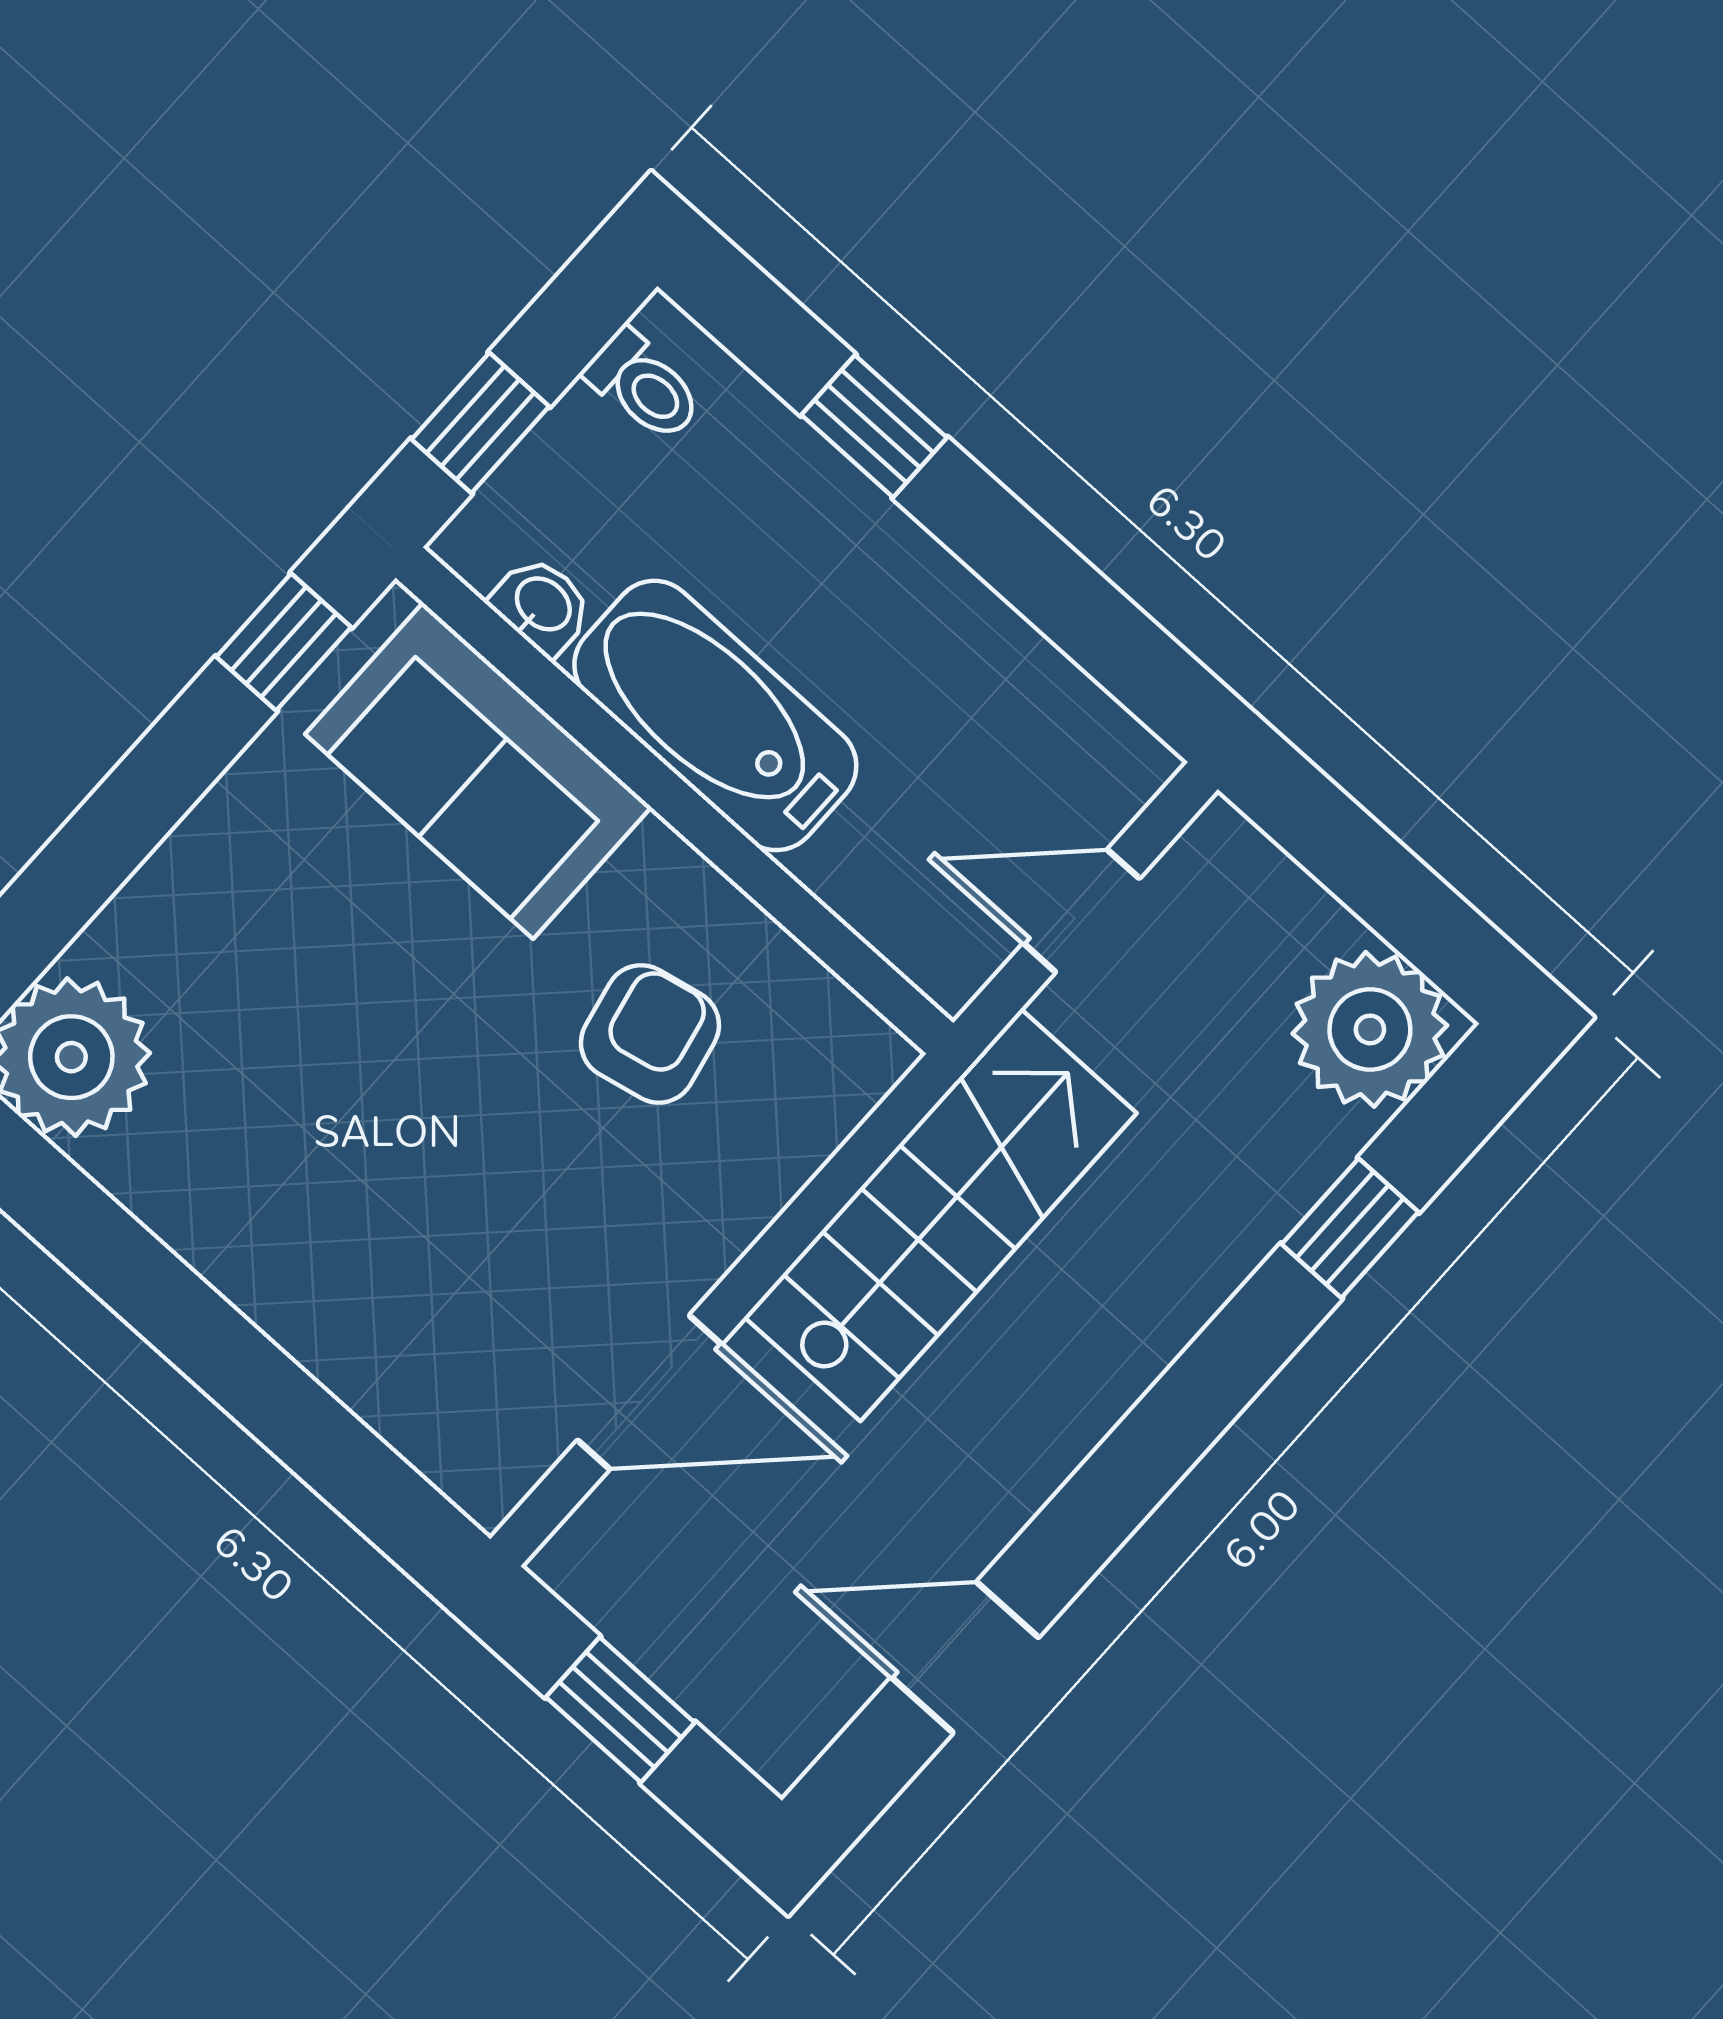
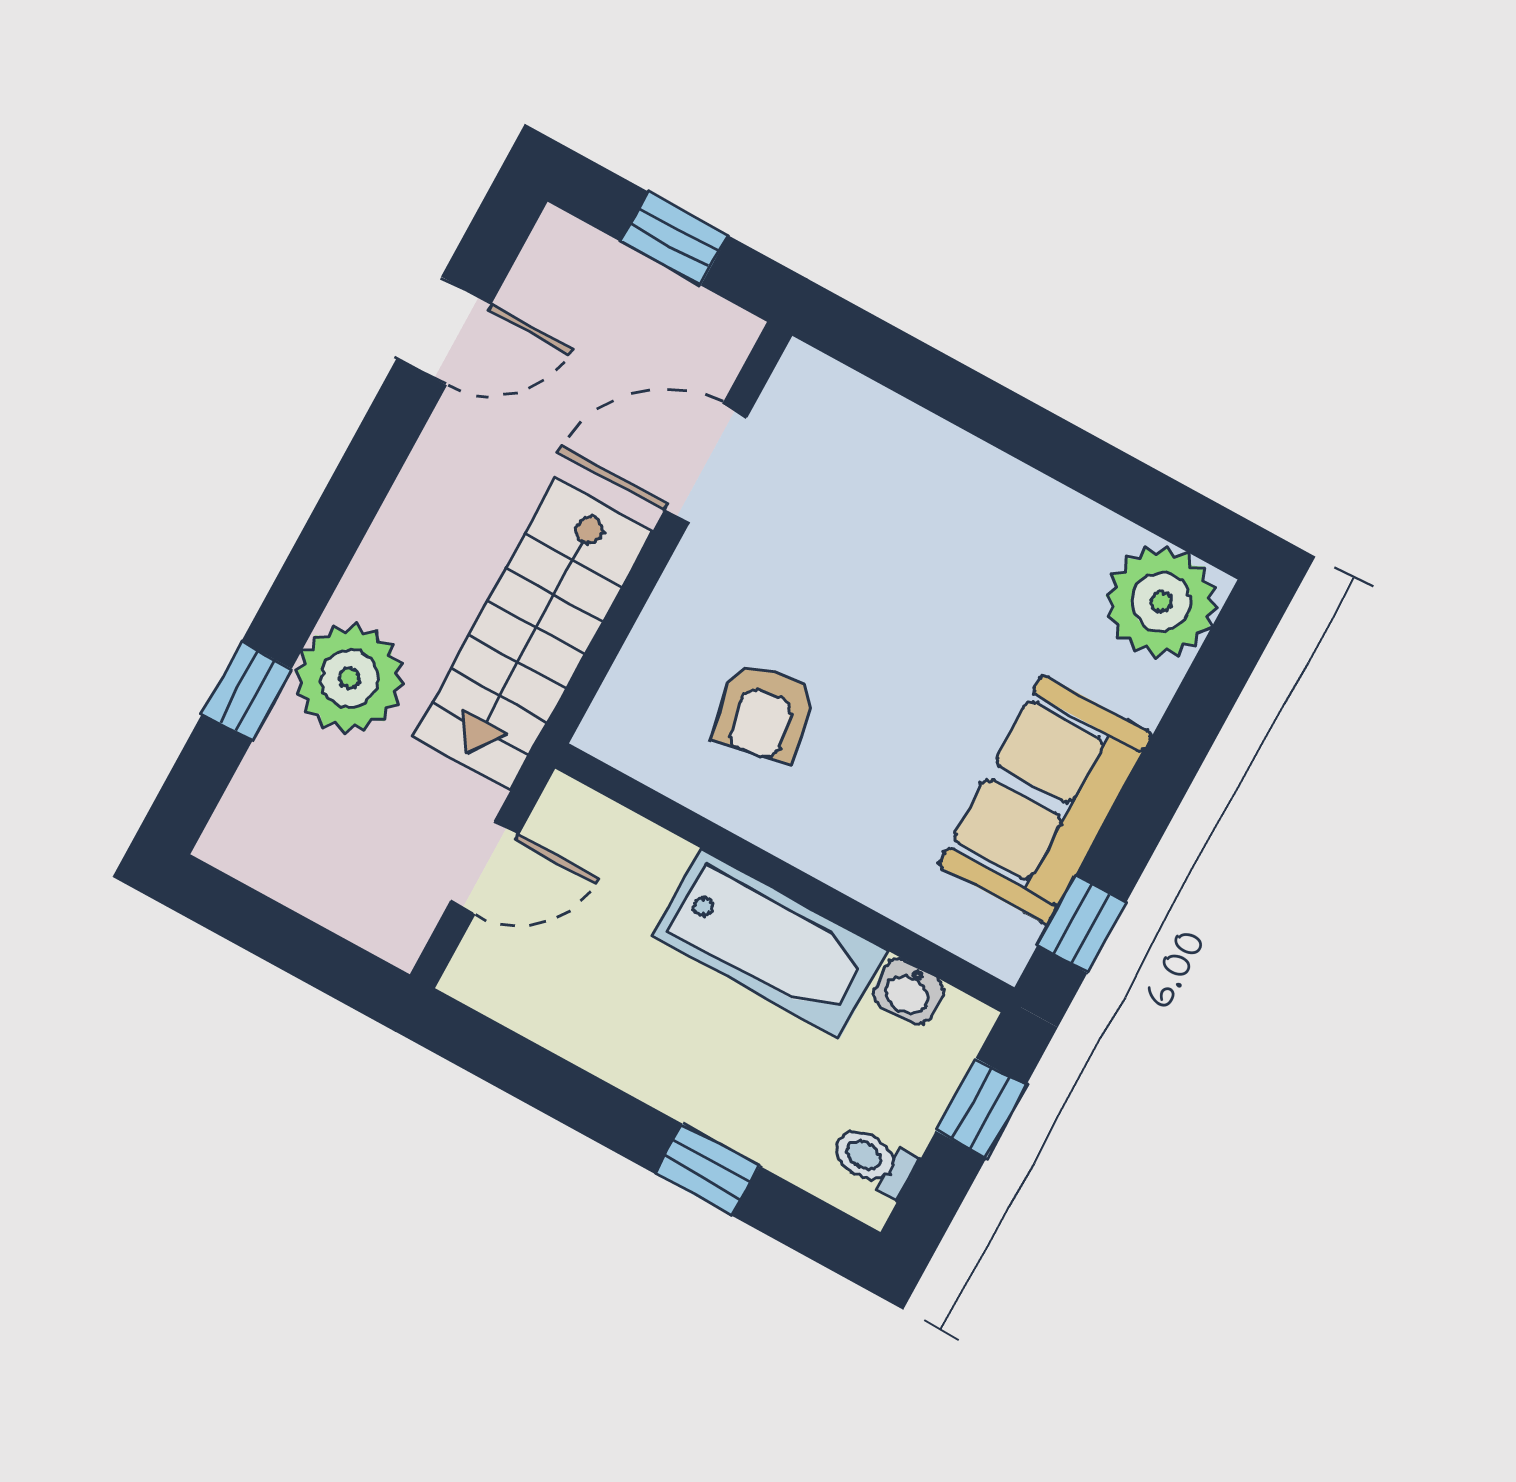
sofa: (478, 771) -> (1045, 800), moved, turned -90
plant: (1370, 1029) -> (350, 678), moved

